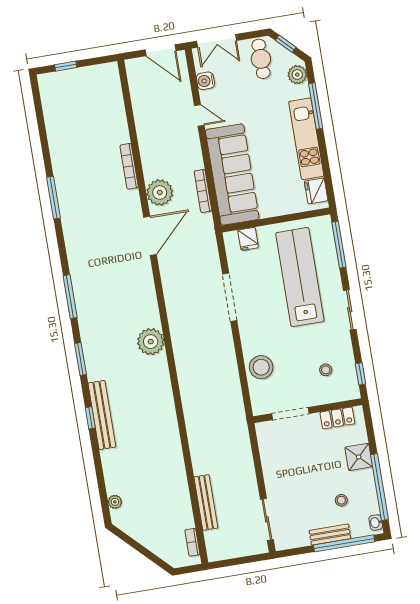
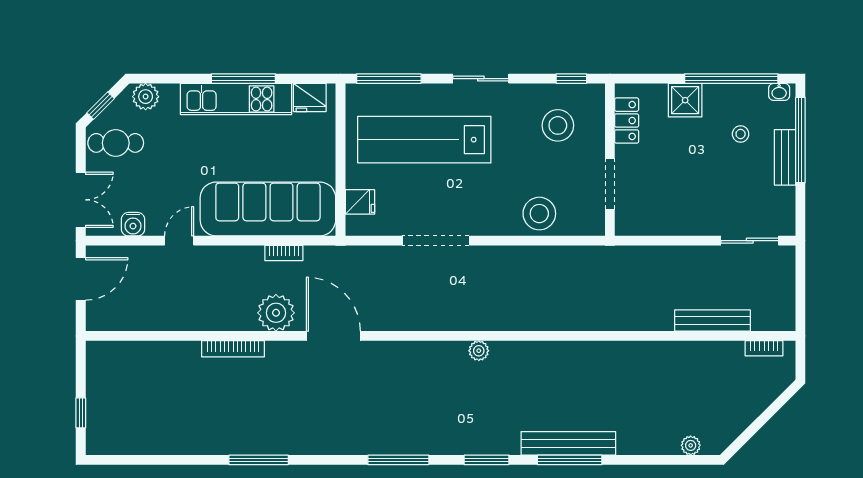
window: (316, 106) -> (243, 79), moved
bookcase: (203, 191) -> (284, 253), width x0.64
plant: (151, 342) -> (479, 351), width x0.53, depth x0.53
stool: (326, 370) -> (558, 125), width x1.89, depth x1.89
window: (90, 418) -> (570, 460), width x2.17

